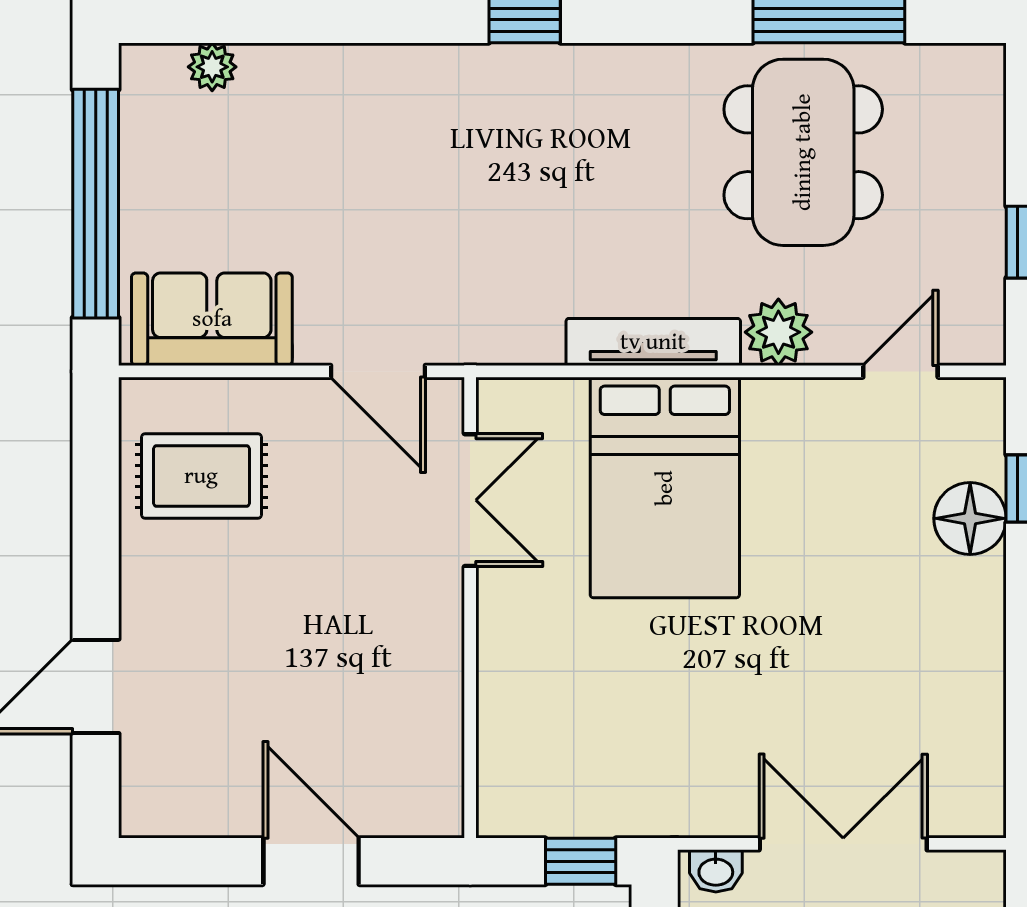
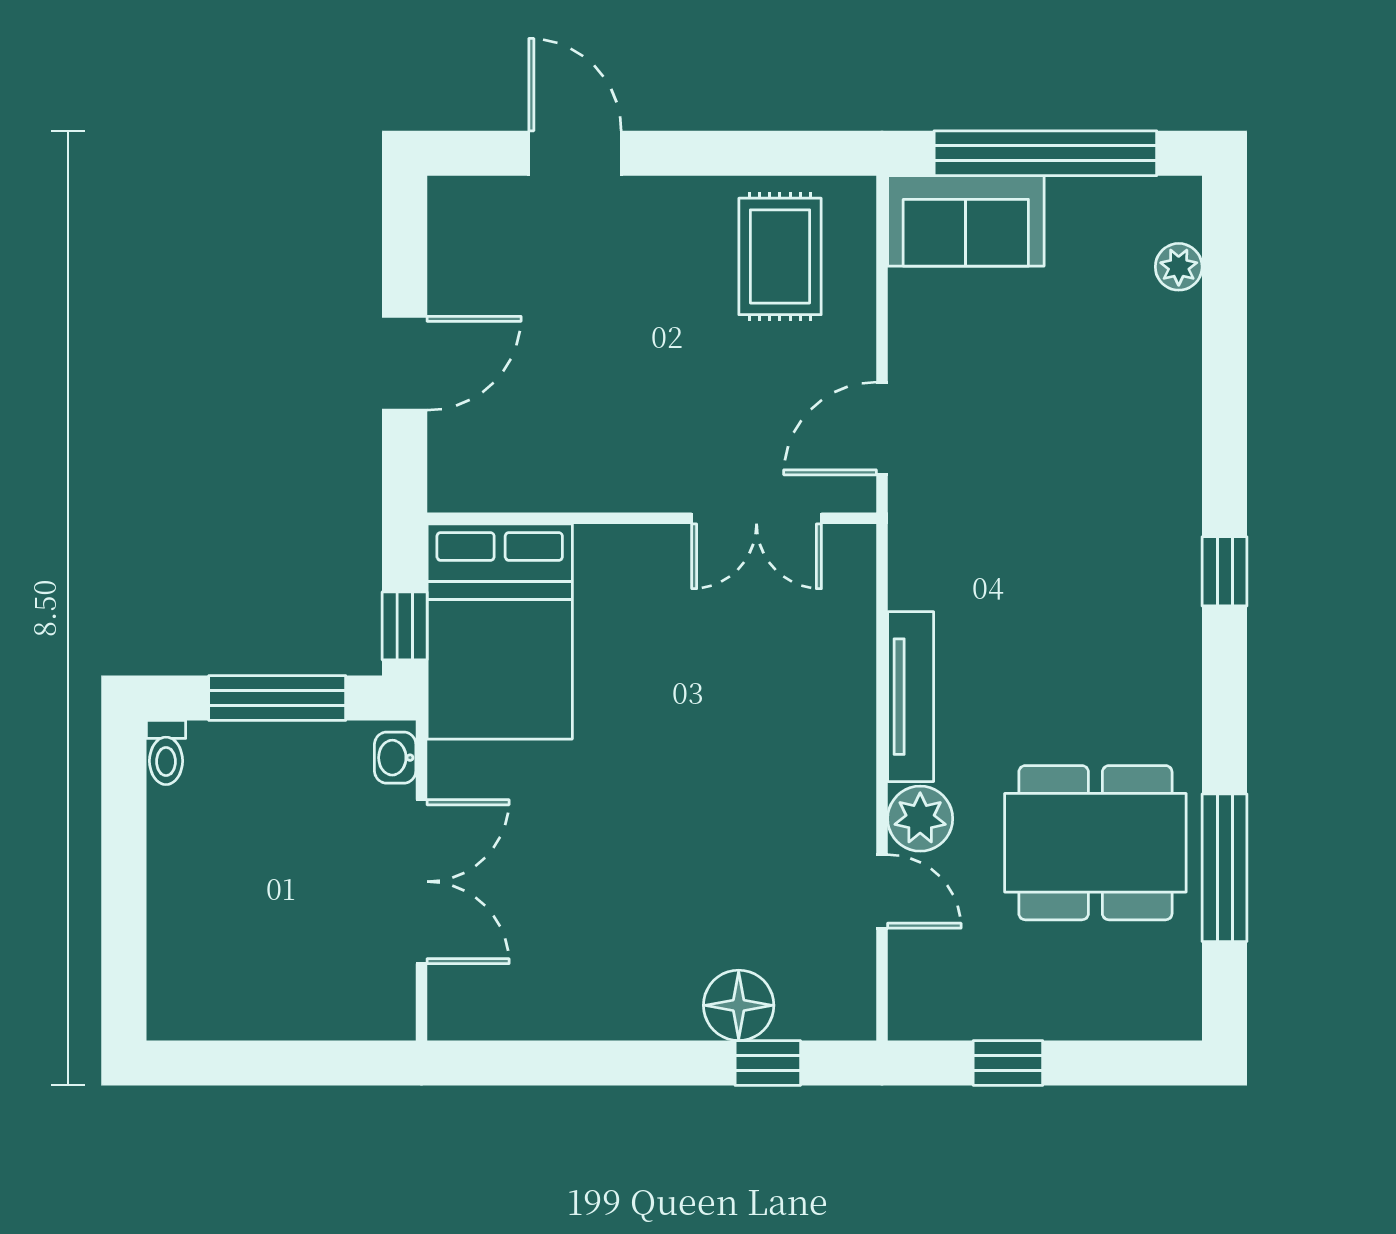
sofa: (212, 319) -> (966, 221), moved, turned 90
door: (900, 371) -> (882, 891), moved
bed: (665, 488) -> (500, 631), moved, turned -90

